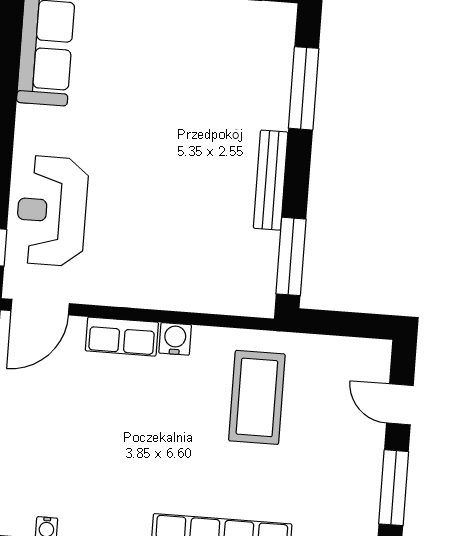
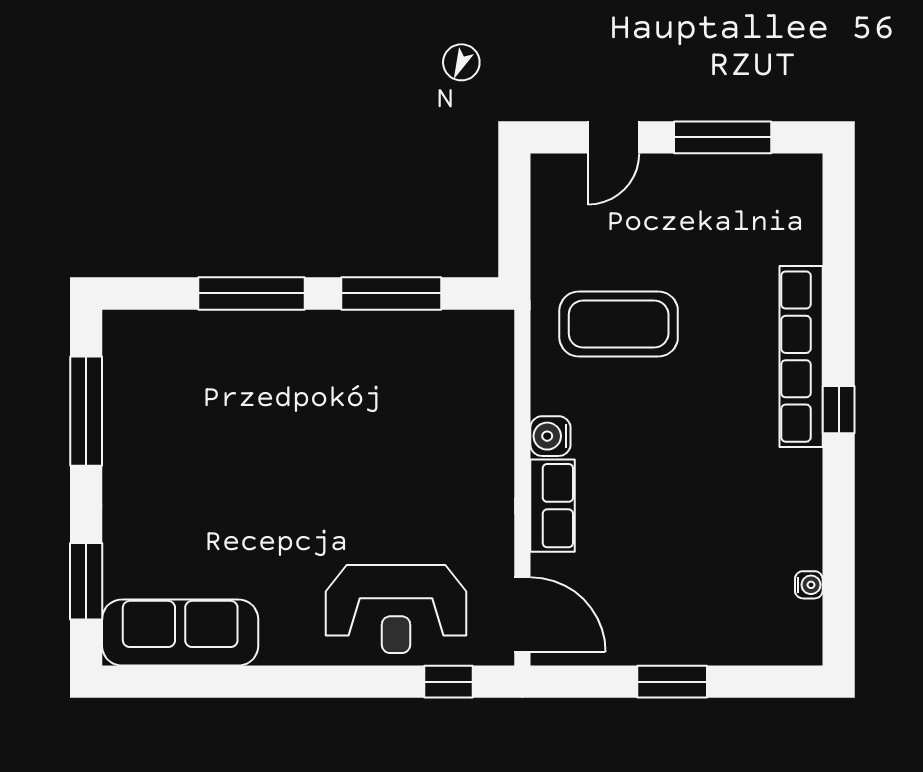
window: (304, 88) -> (252, 293), moved
bench: (271, 180) -> (335, 327), removed
window: (291, 256) -> (391, 293), moved

